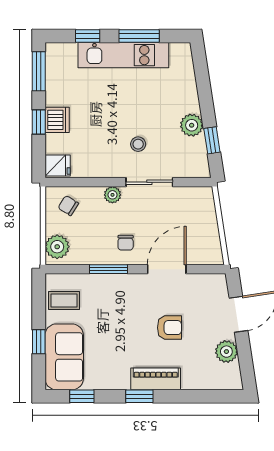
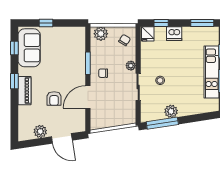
window: (39, 122) -> (161, 23), moved
window: (212, 140) -> (162, 123), width x2.17
door: (167, 269) -> (88, 97), swing flipped
coffee table: (64, 300) -> (70, 38), removed
sofa: (64, 357) -> (29, 48), moved, turned -90

